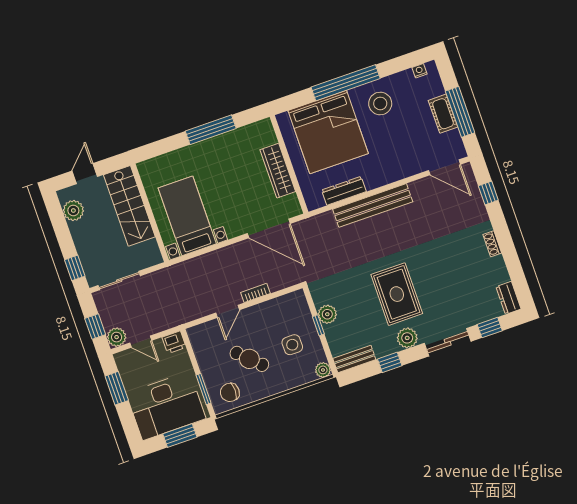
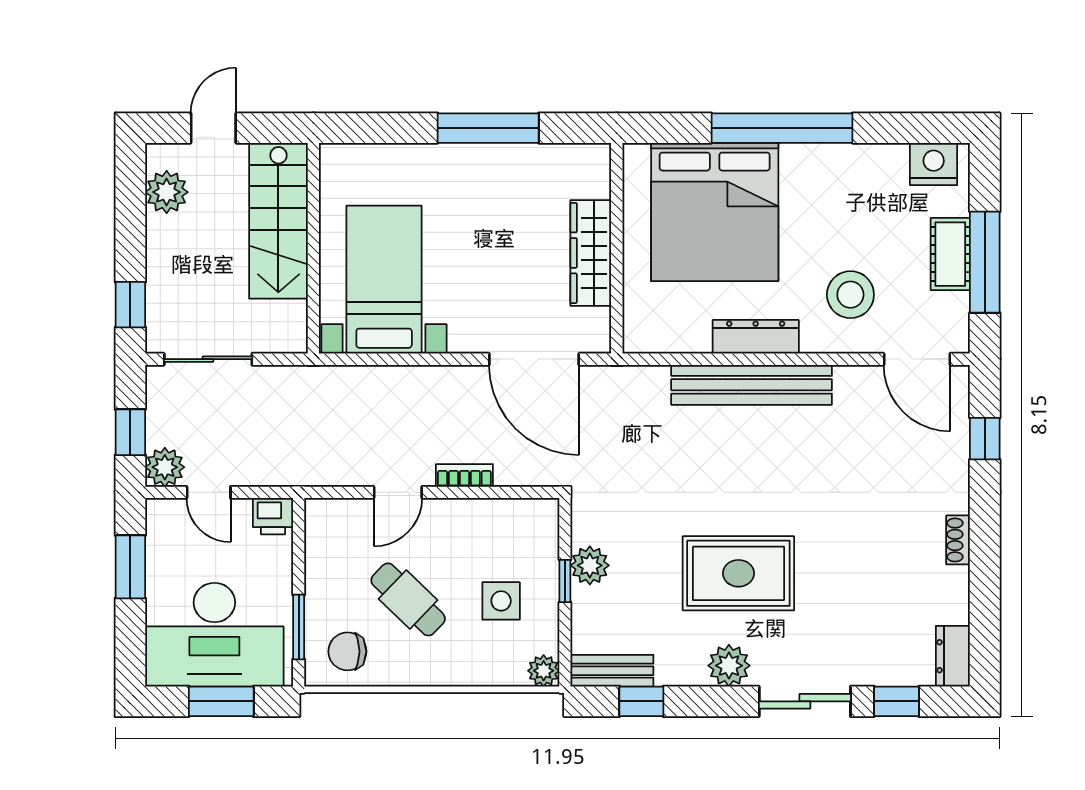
nightstand: (419, 71) -> (934, 164), width x1.89, depth x1.79
stool: (380, 103) -> (850, 295), moved
dresser: (344, 191) -> (756, 337), moved
rug: (397, 294) -> (738, 573), turned 90
window: (390, 362) -> (641, 701), moved

